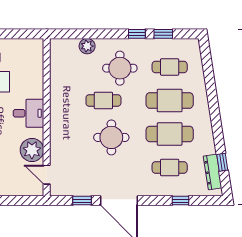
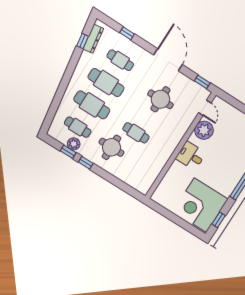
plant: (87, 46) -> (74, 144), moved
round table: (111, 137) -> (160, 99), moved
window: (82, 201) -> (202, 82), moved

